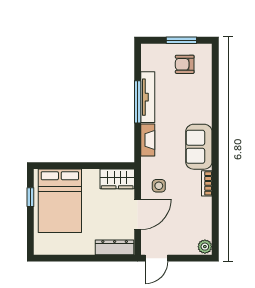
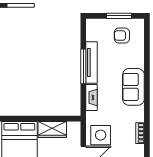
sofa: (199, 147) -> (133, 87), moved
wardrobe: (117, 179) -> (52, 130), moved
side table: (159, 186) -> (101, 135), width x1.87, depth x1.87

